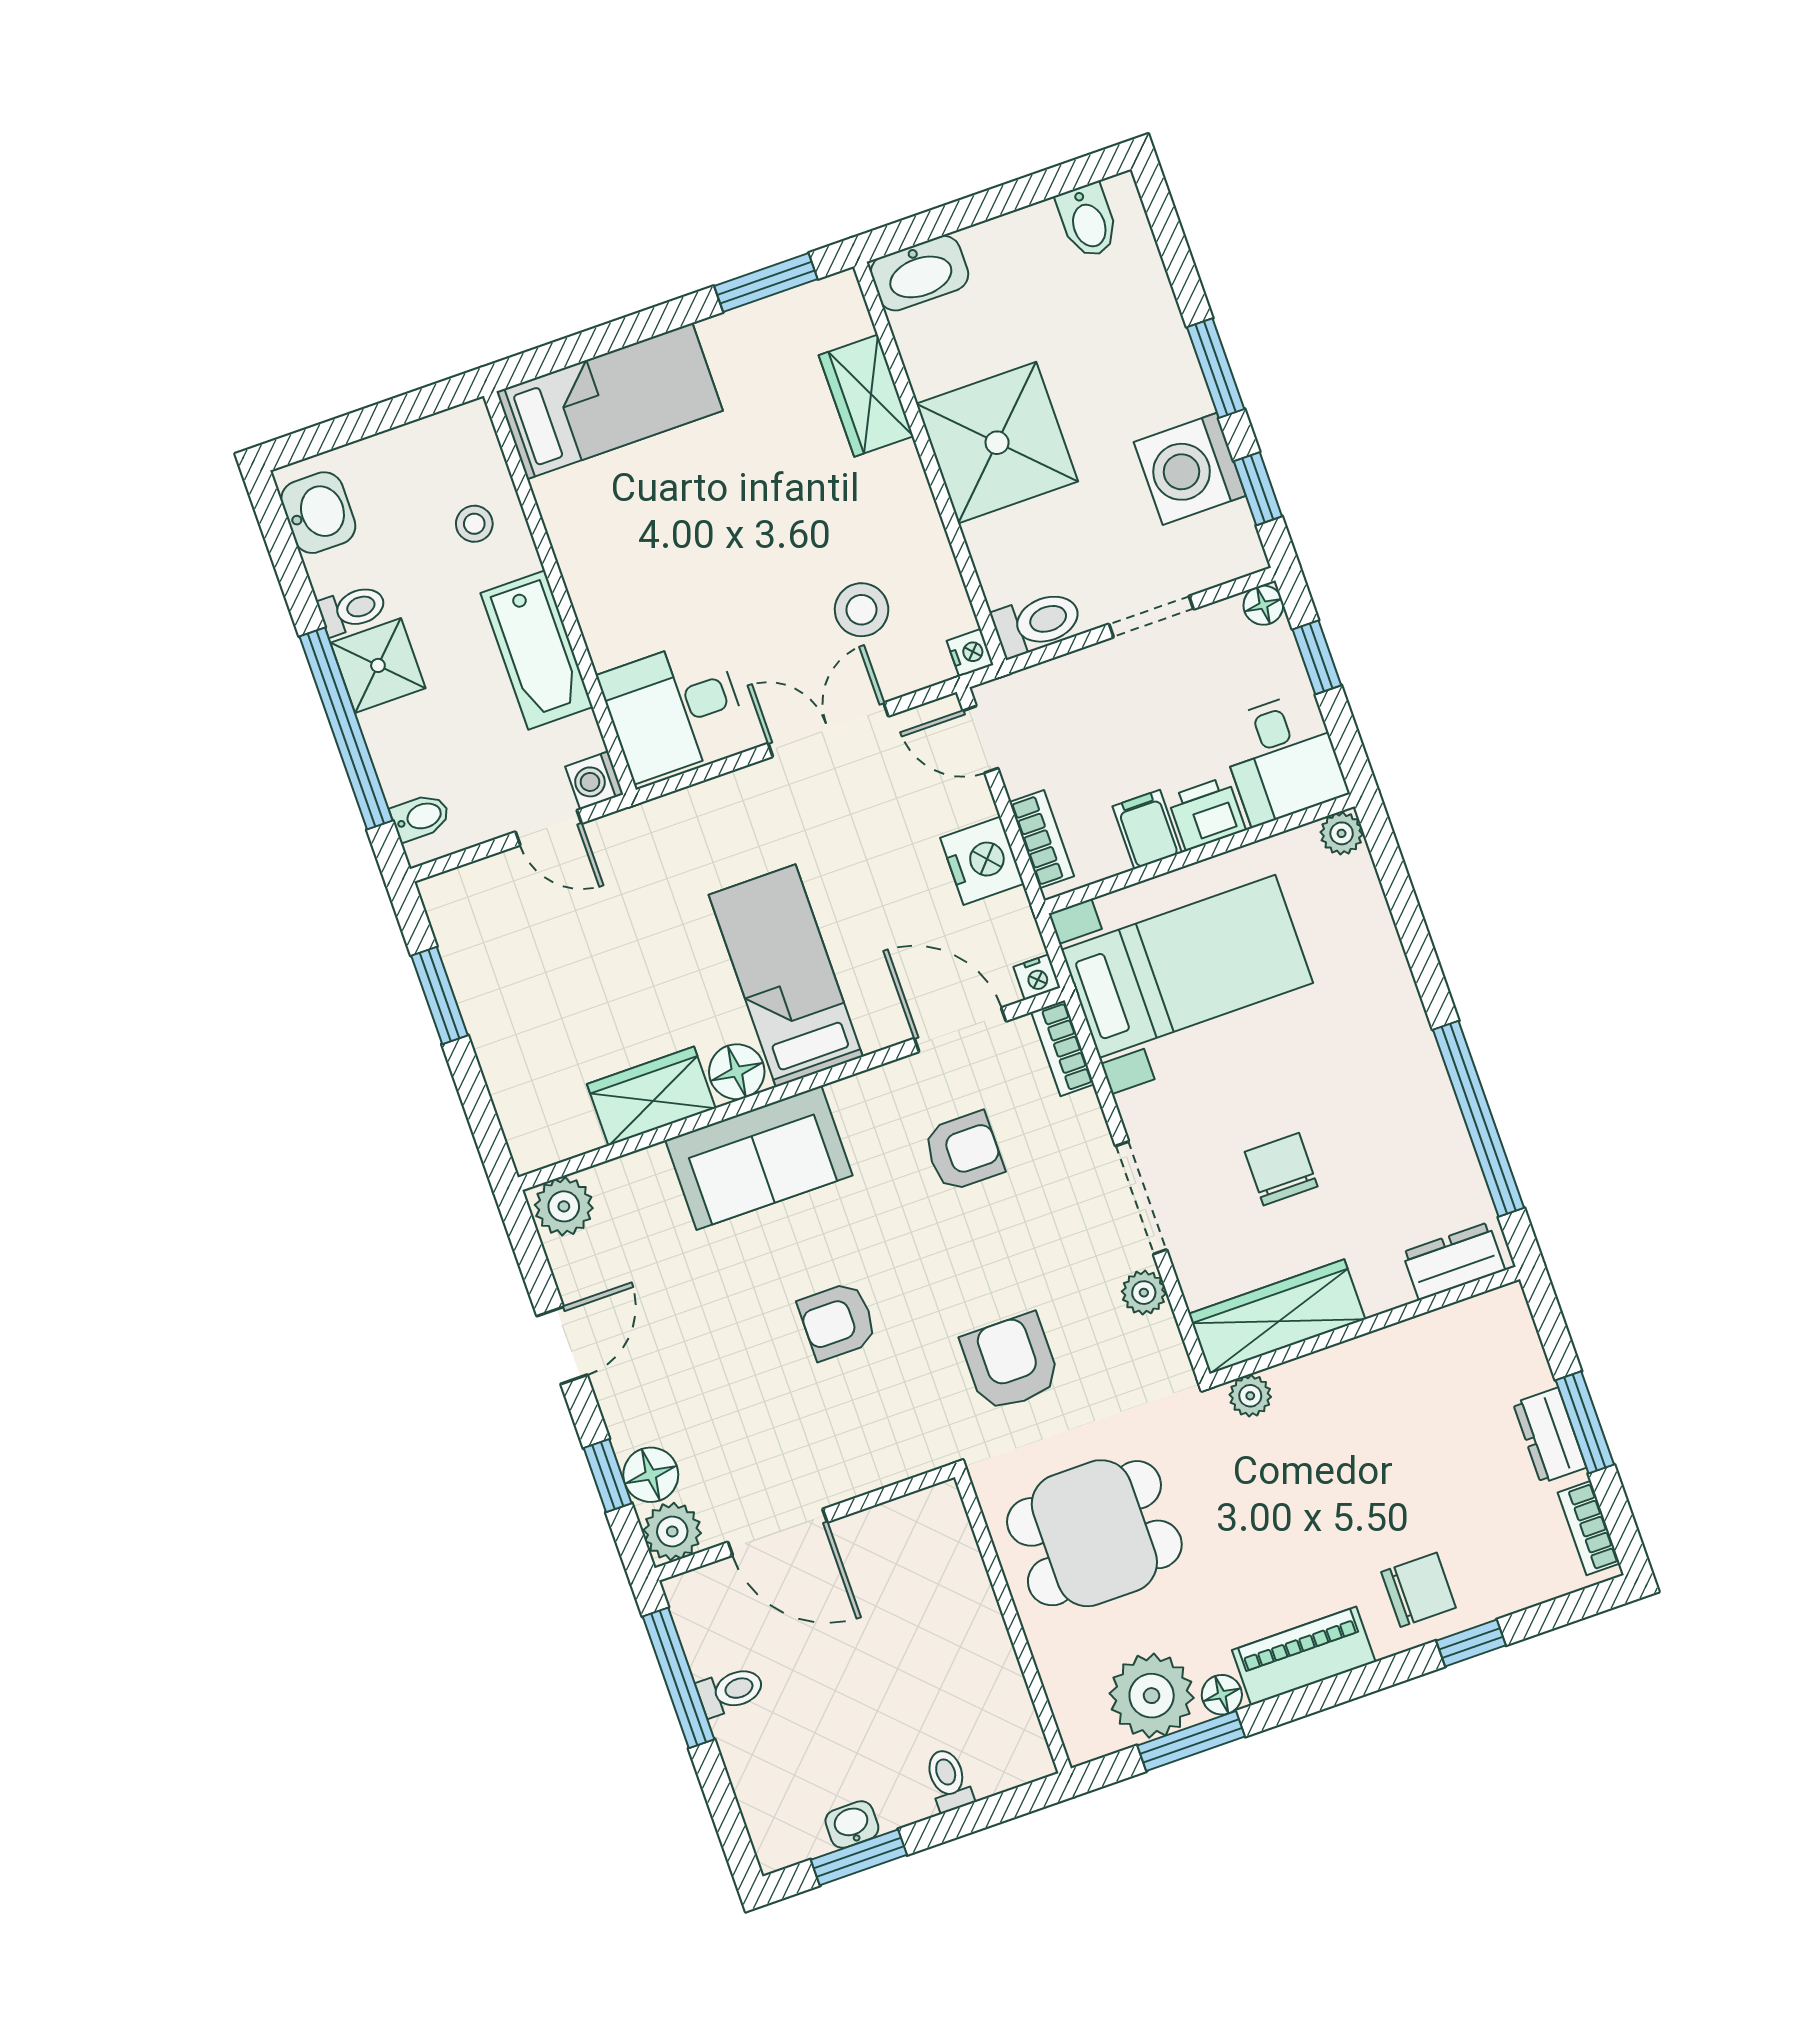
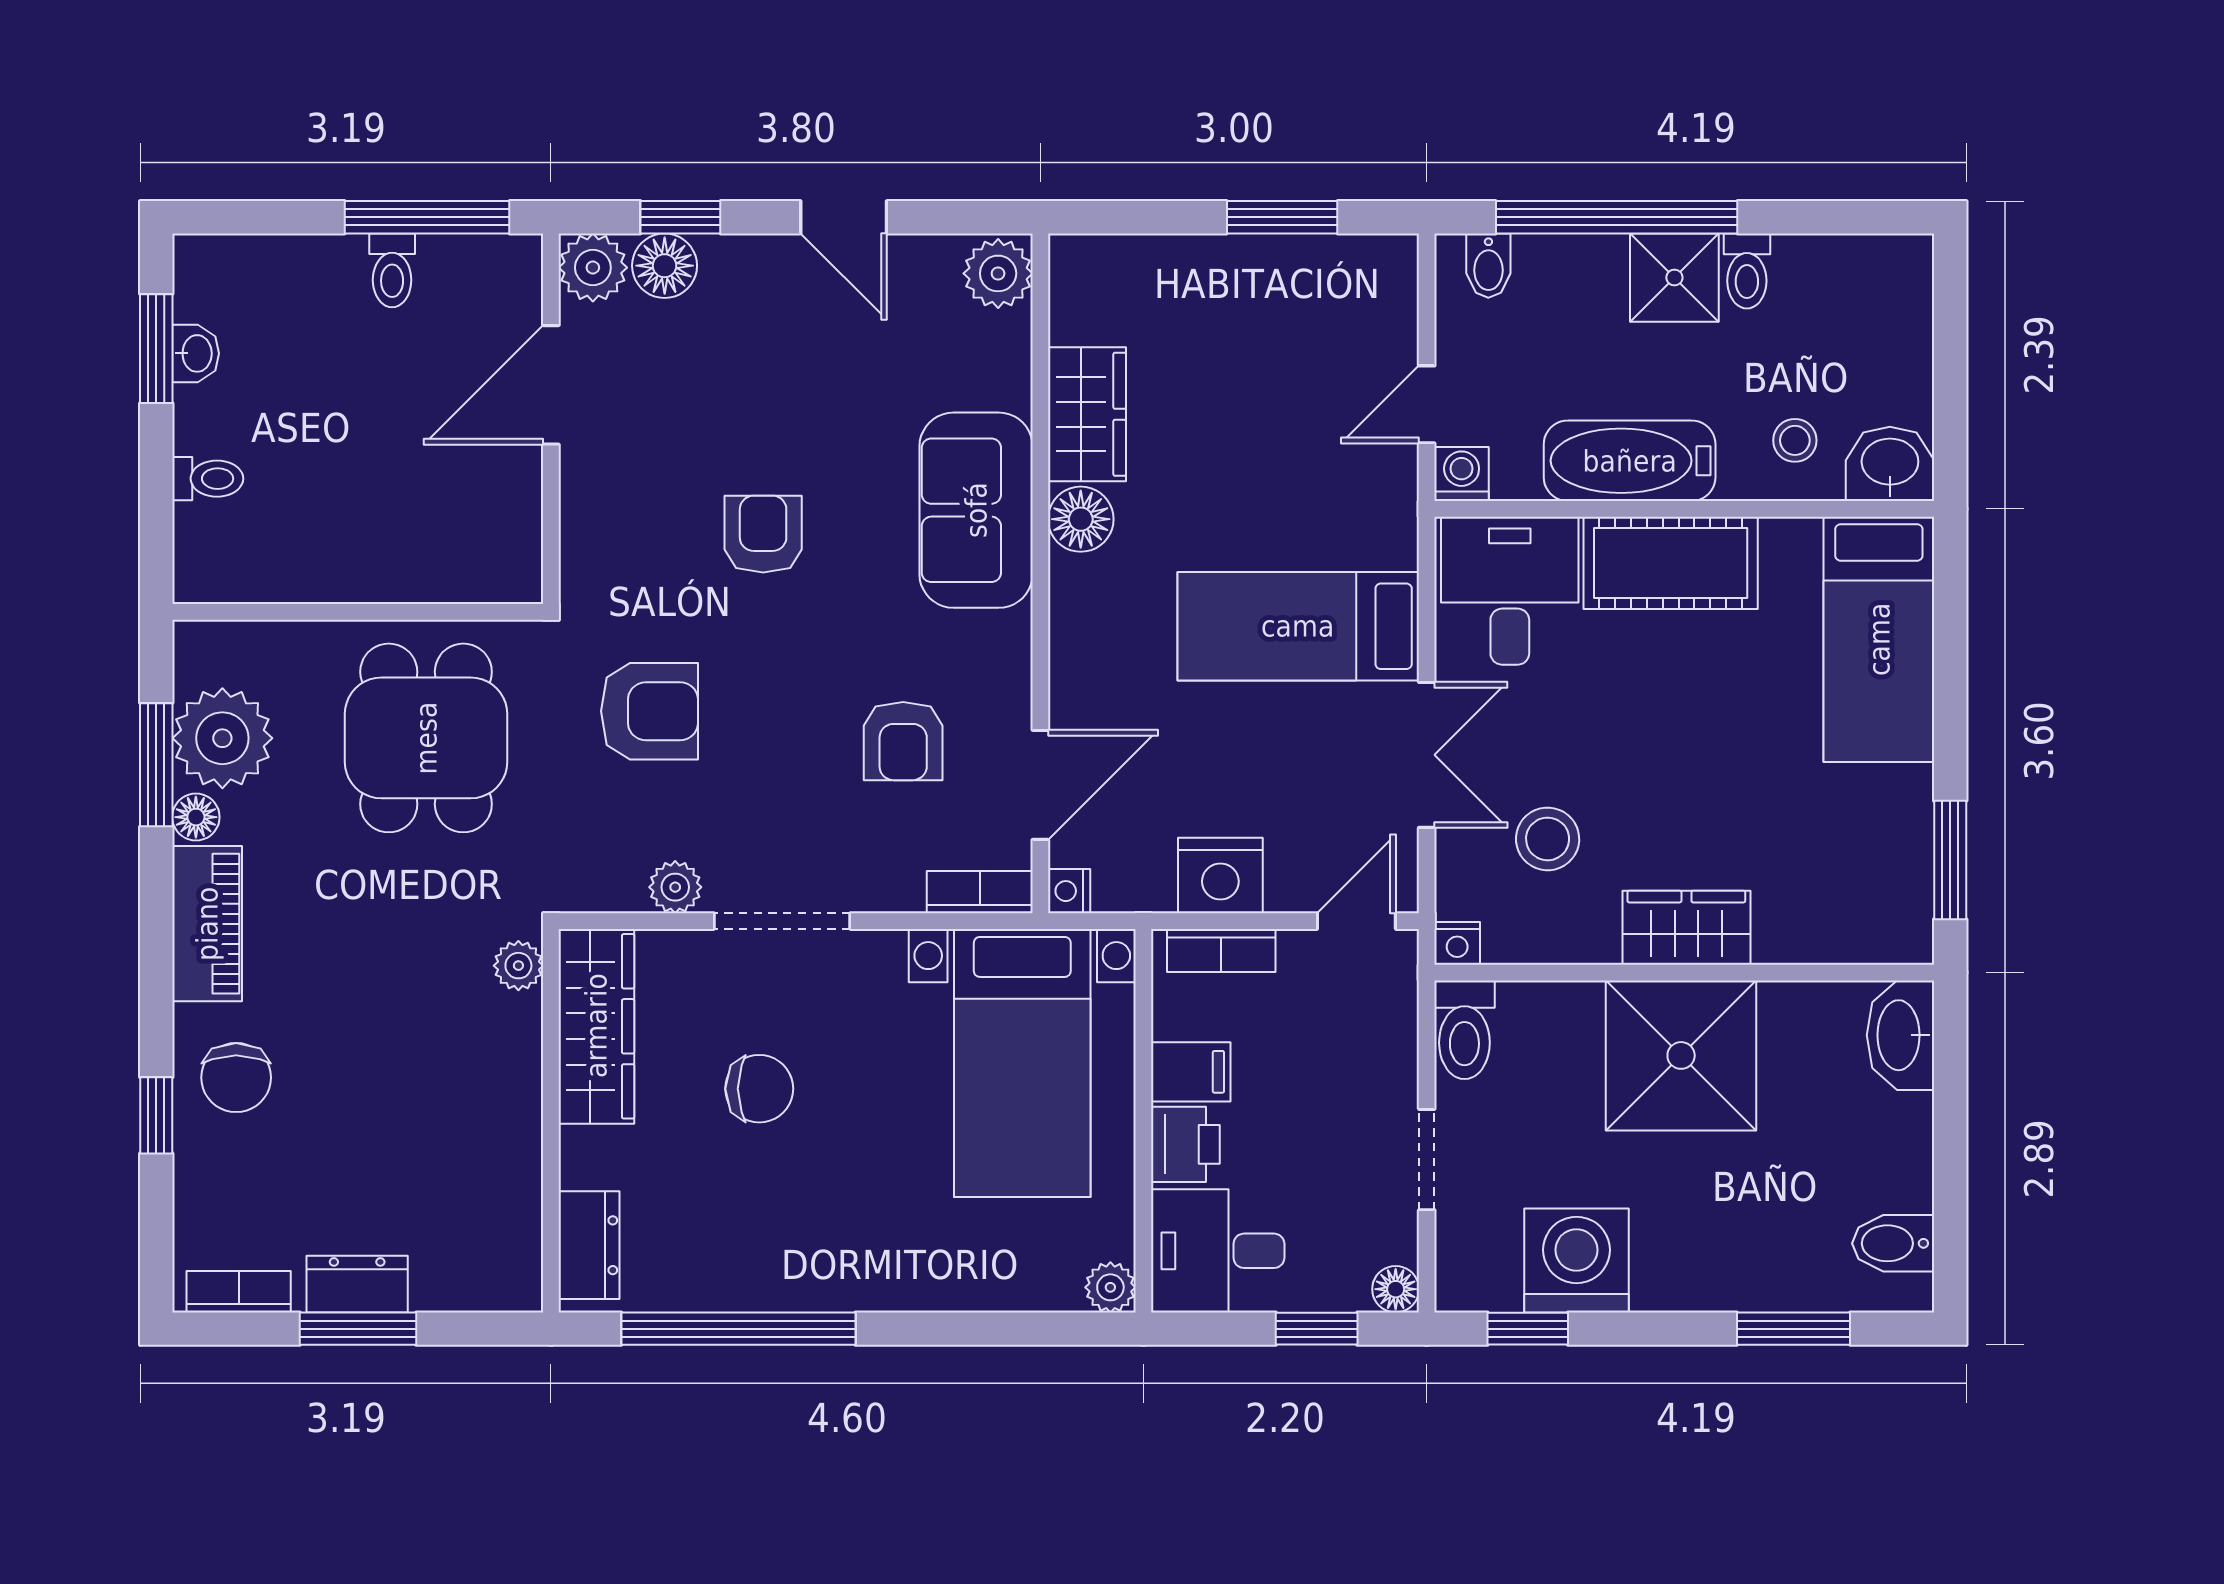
window: (1216, 368) -> (1794, 1329), moved
wardrobe: (866, 396) -> (1686, 928), moved
washbasin: (318, 513) -> (1890, 464), moved, turned 180
cot: (607, 589) -> (1671, 563), added
bed: (786, 976) -> (1298, 626), moved, turned 180

